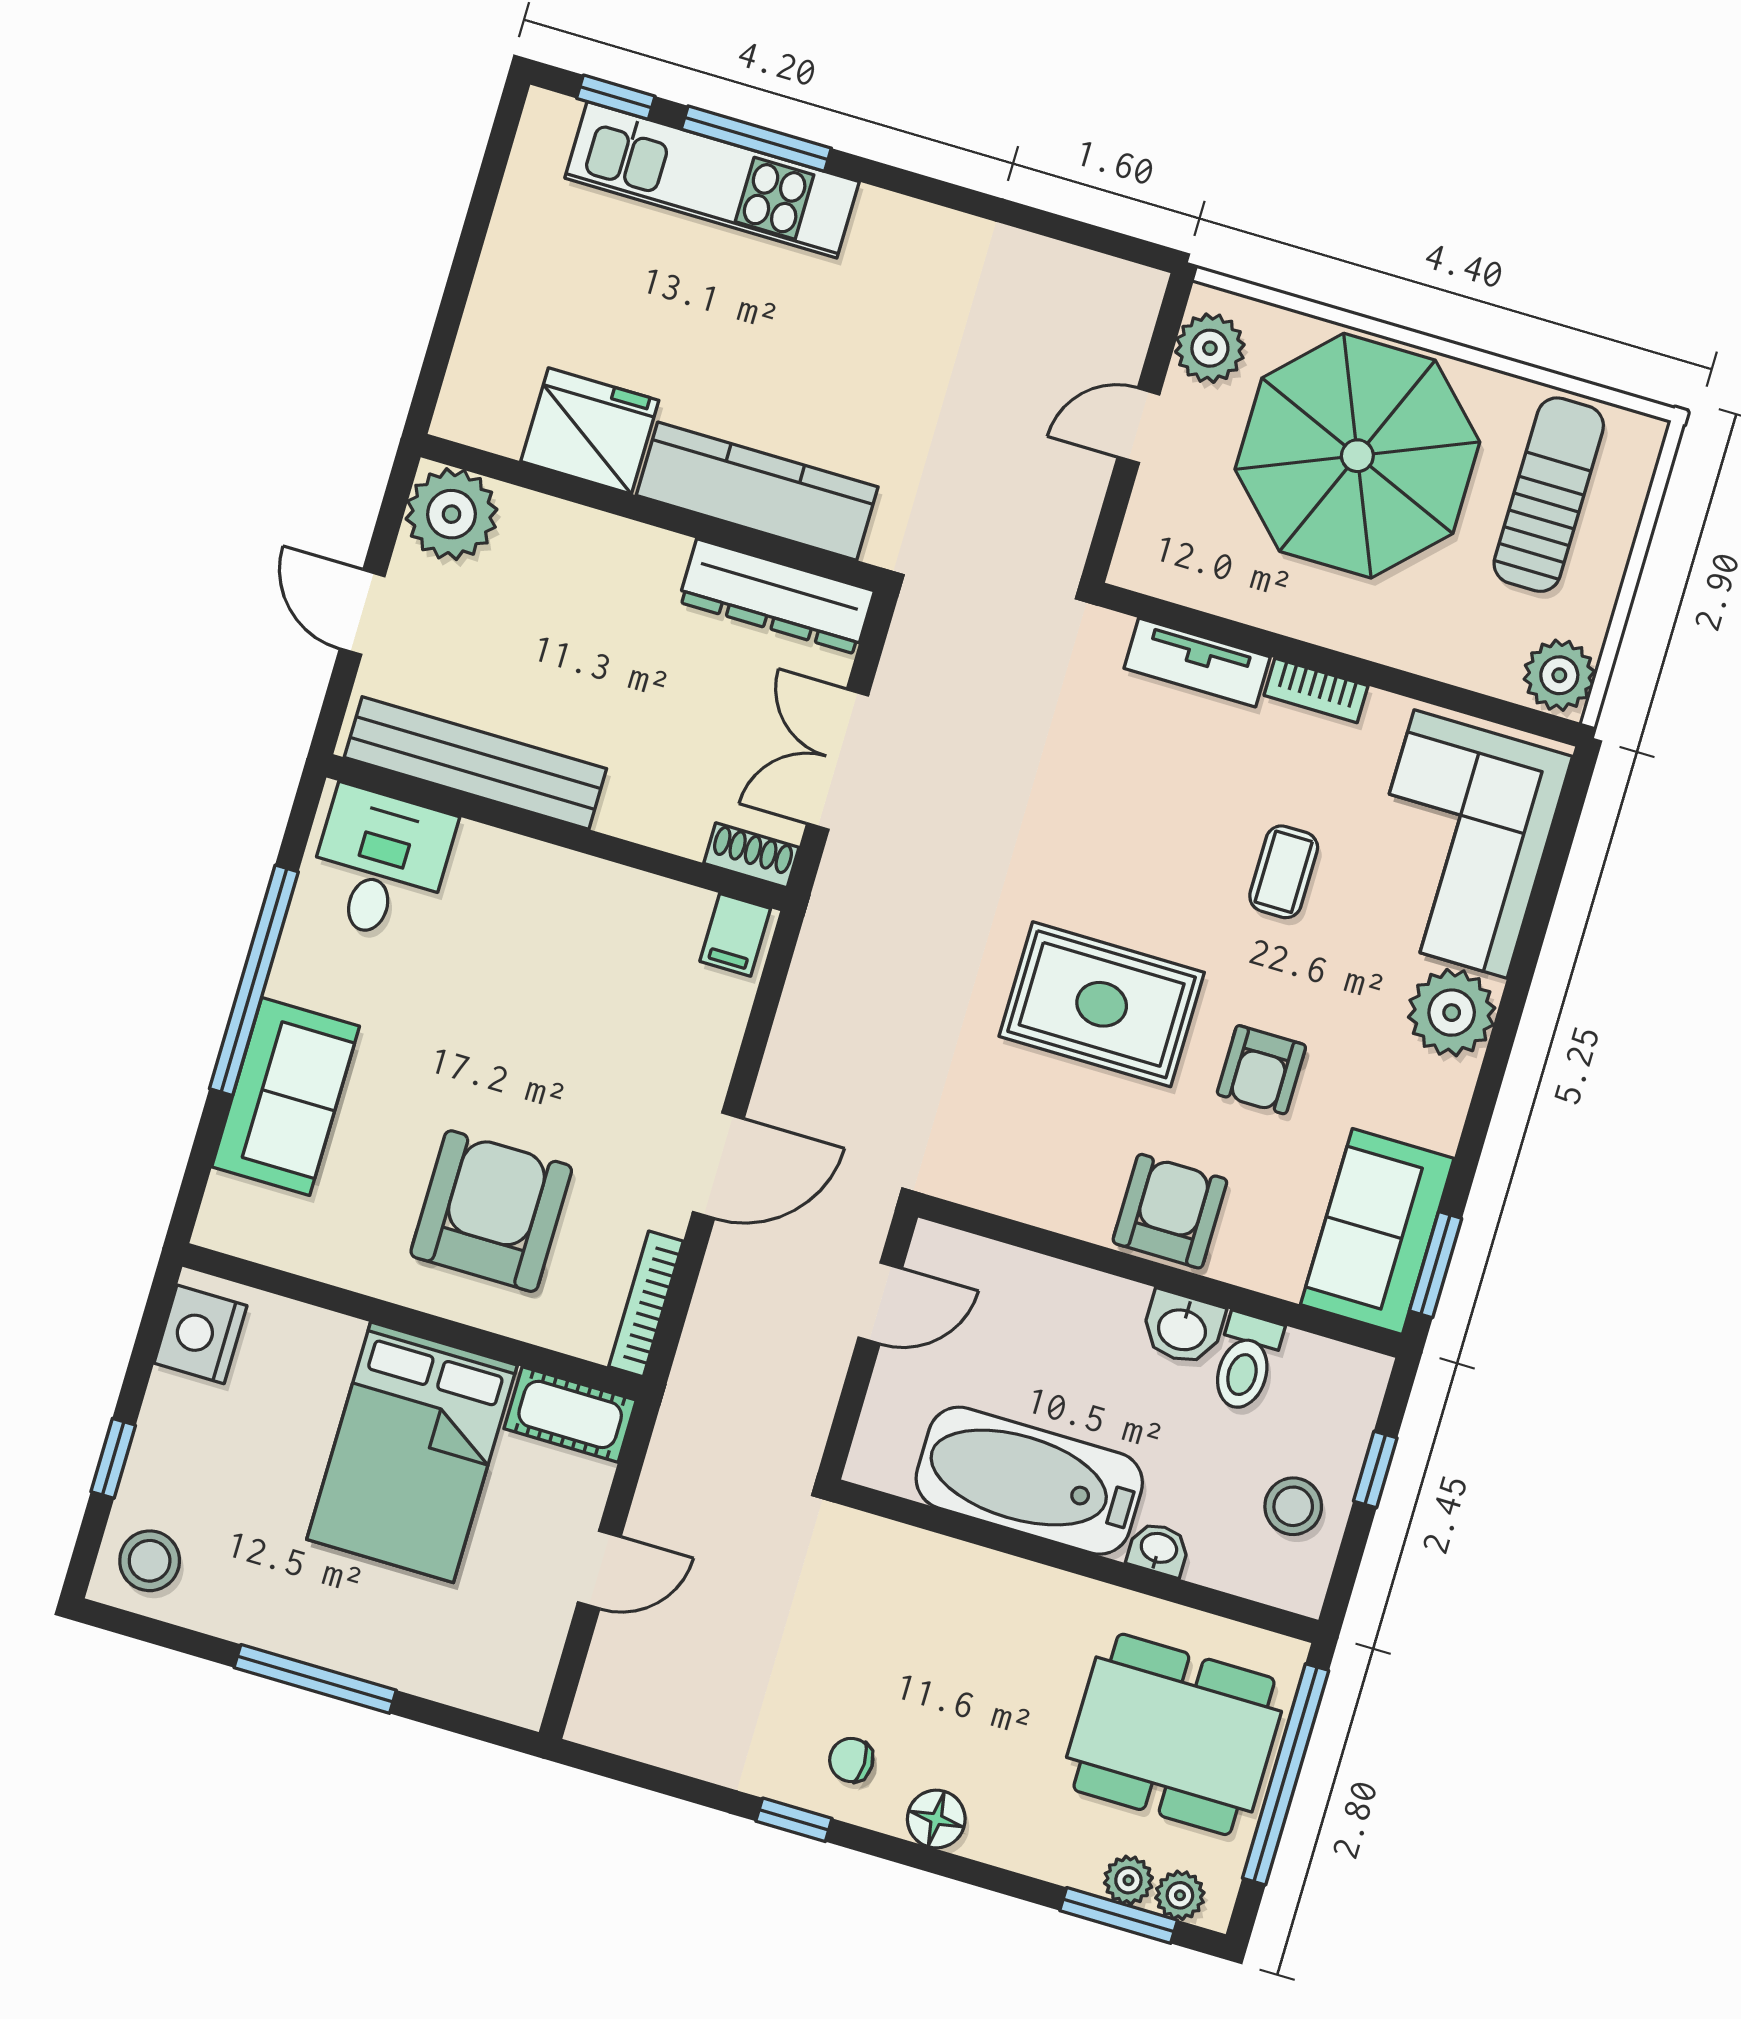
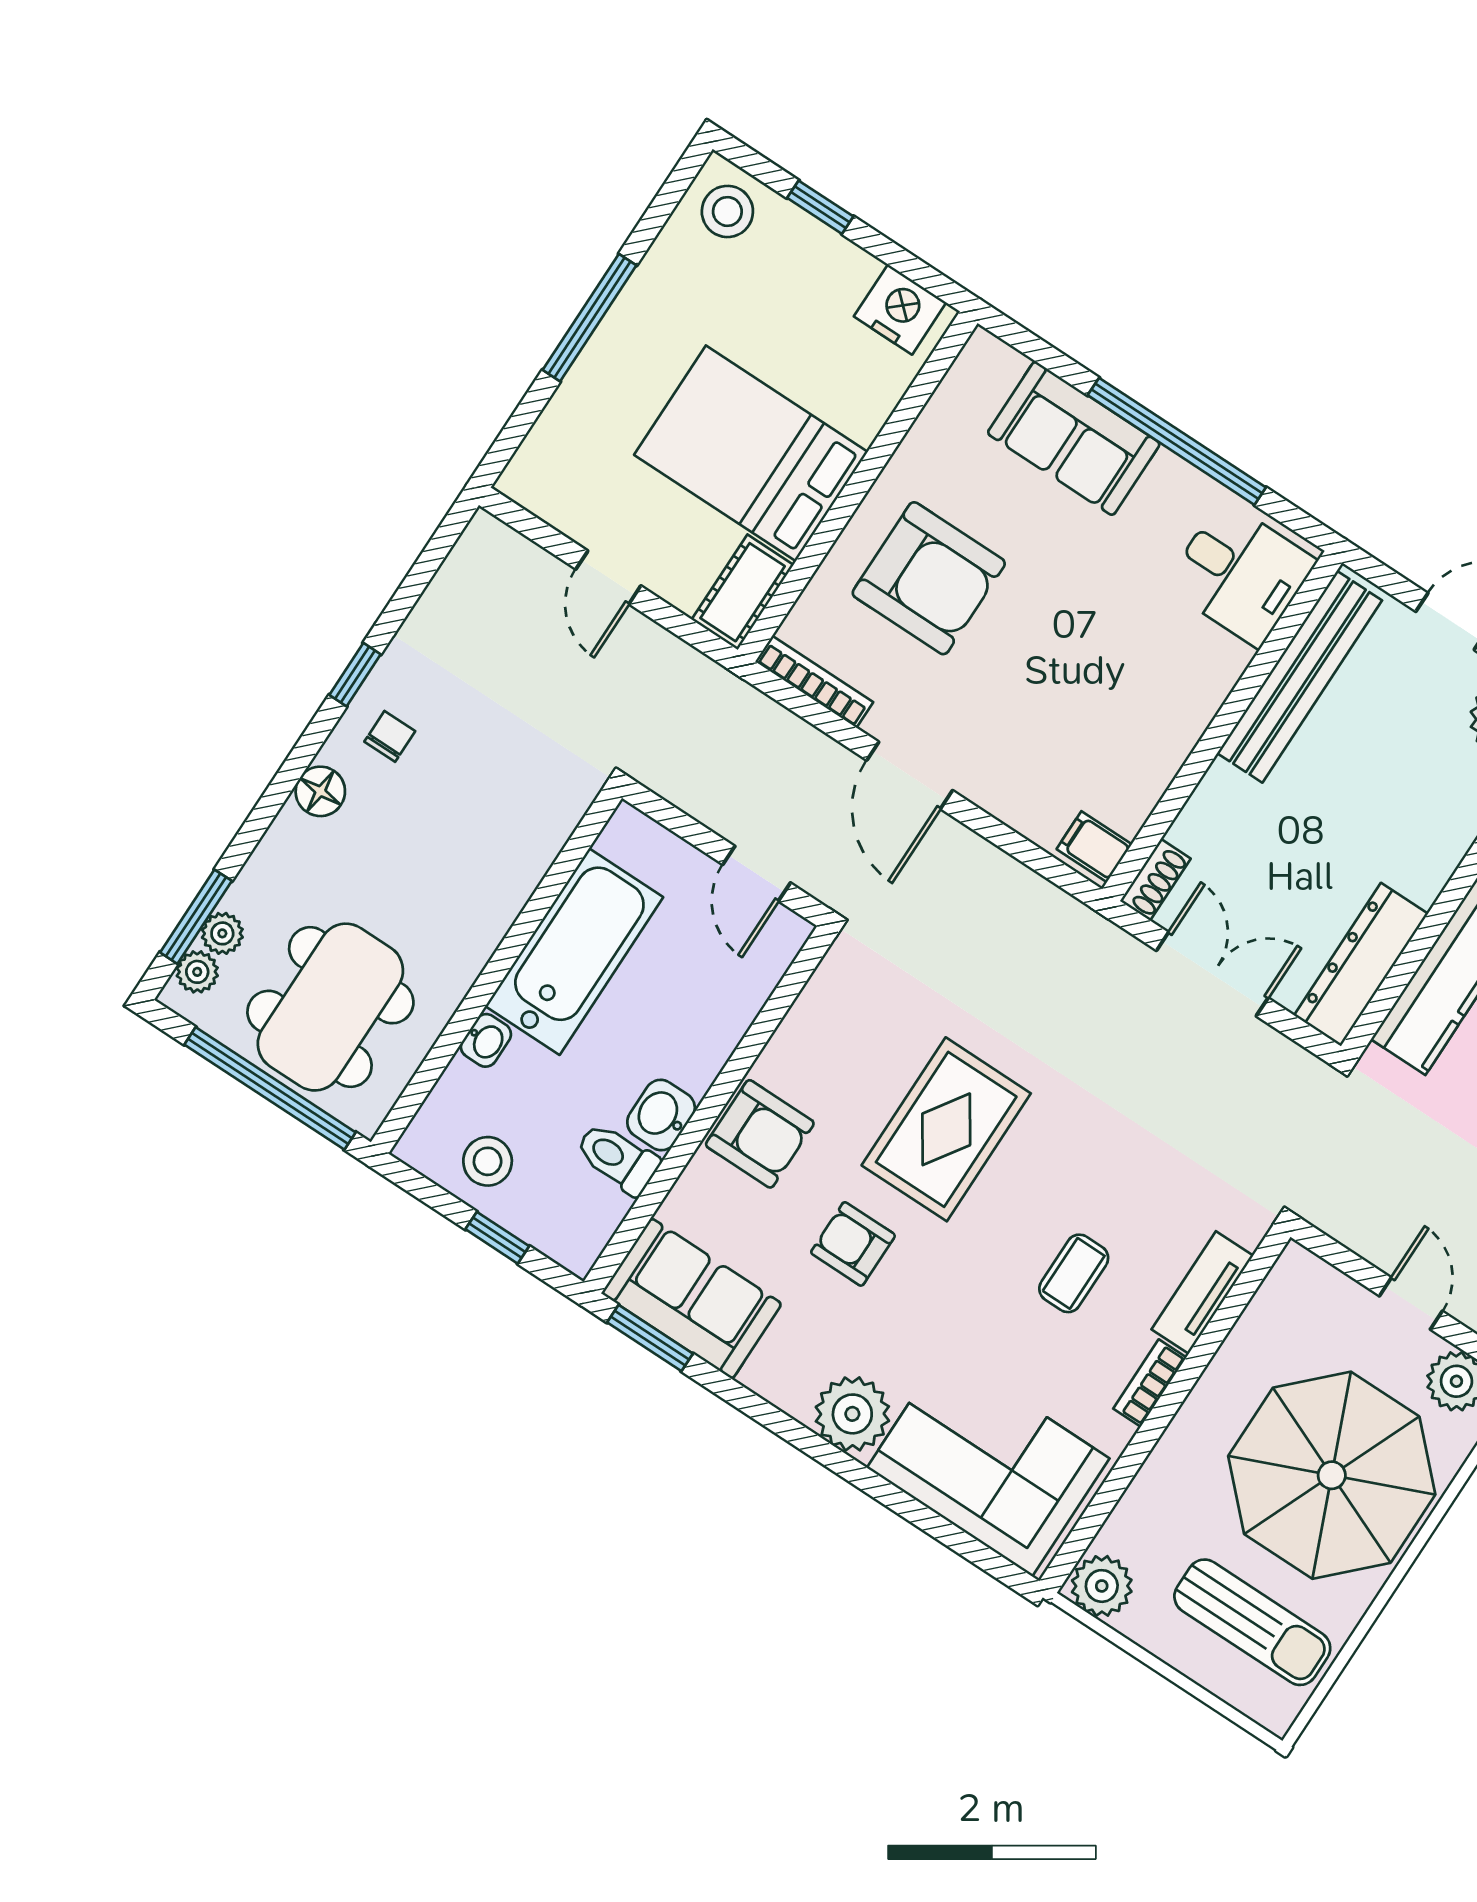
coffee table: (1284, 872) -> (1074, 1273), moved, turned 90

